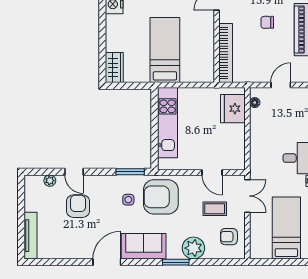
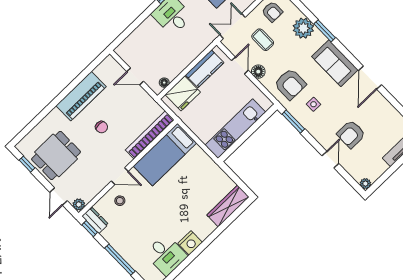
bed: (165, 50) -> (165, 155), moved
wardrobe: (114, 68) -> (228, 206), width x1.50
kitchen counter: (235, 143) -> (205, 69), added
plant: (50, 181) -> (365, 184), moved
floor lamp: (194, 182) -> (258, 72), added
armchair: (161, 197) -> (290, 84), width x0.73, depth x0.73
door: (107, 262) -> (370, 78), hinge flipped

